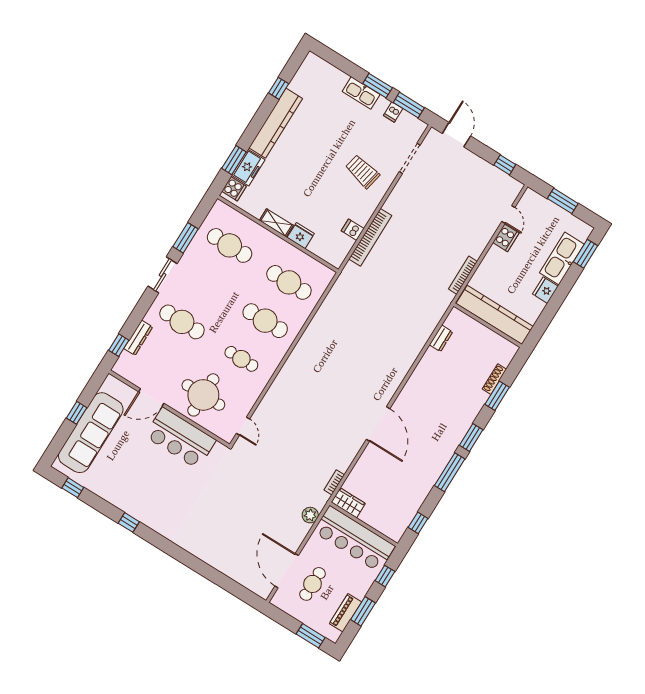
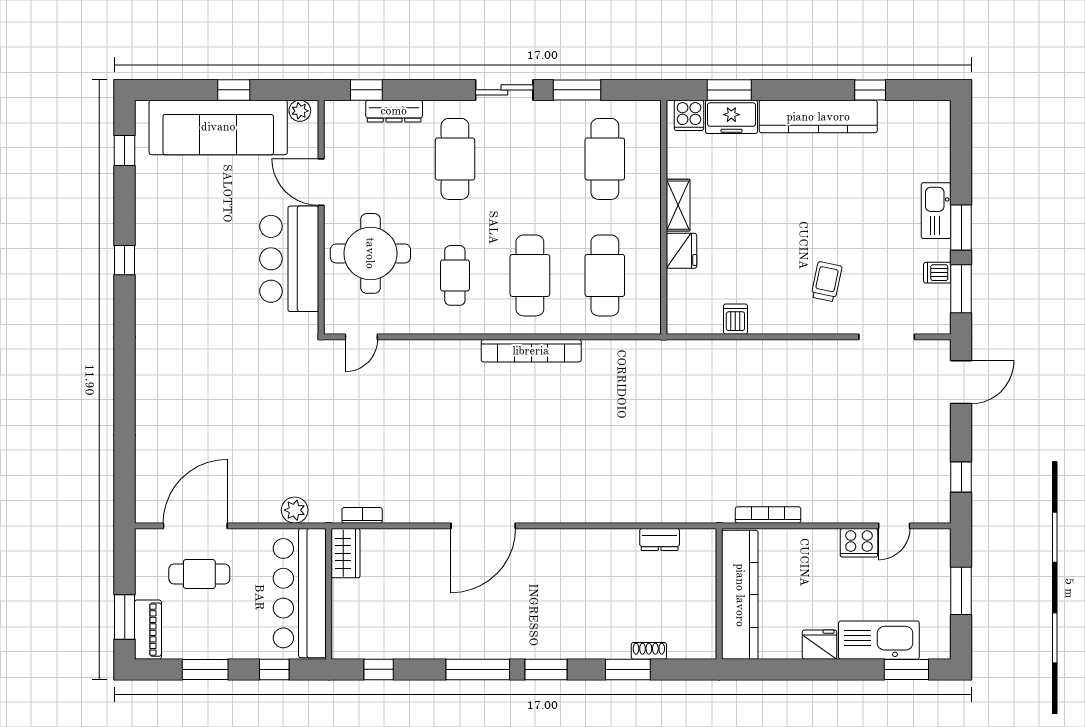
trolley: (362, 171) -> (826, 282), width x0.73, depth x0.72
bookcase: (370, 237) -> (531, 351), moved
shoe rack: (494, 379) -> (649, 651), width x0.70
plant: (108, 386) -> (300, 111), added
piano: (346, 613) -> (148, 630), moved, turned 90

